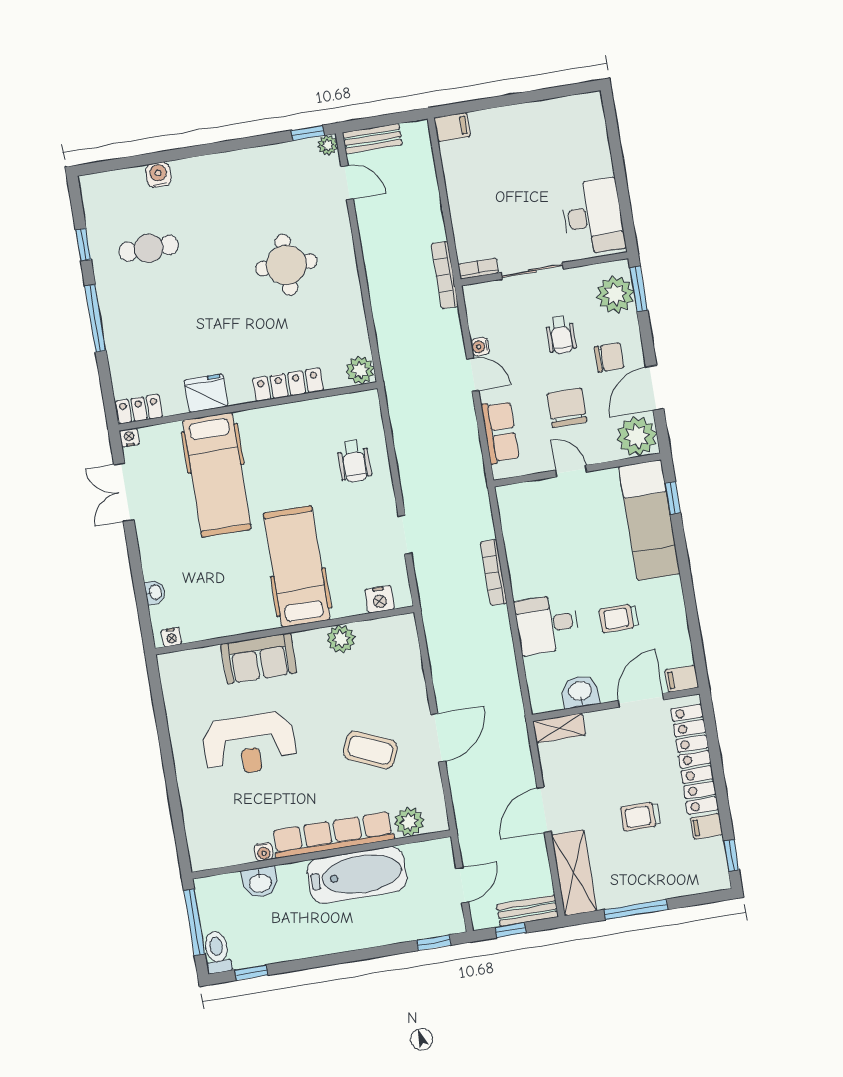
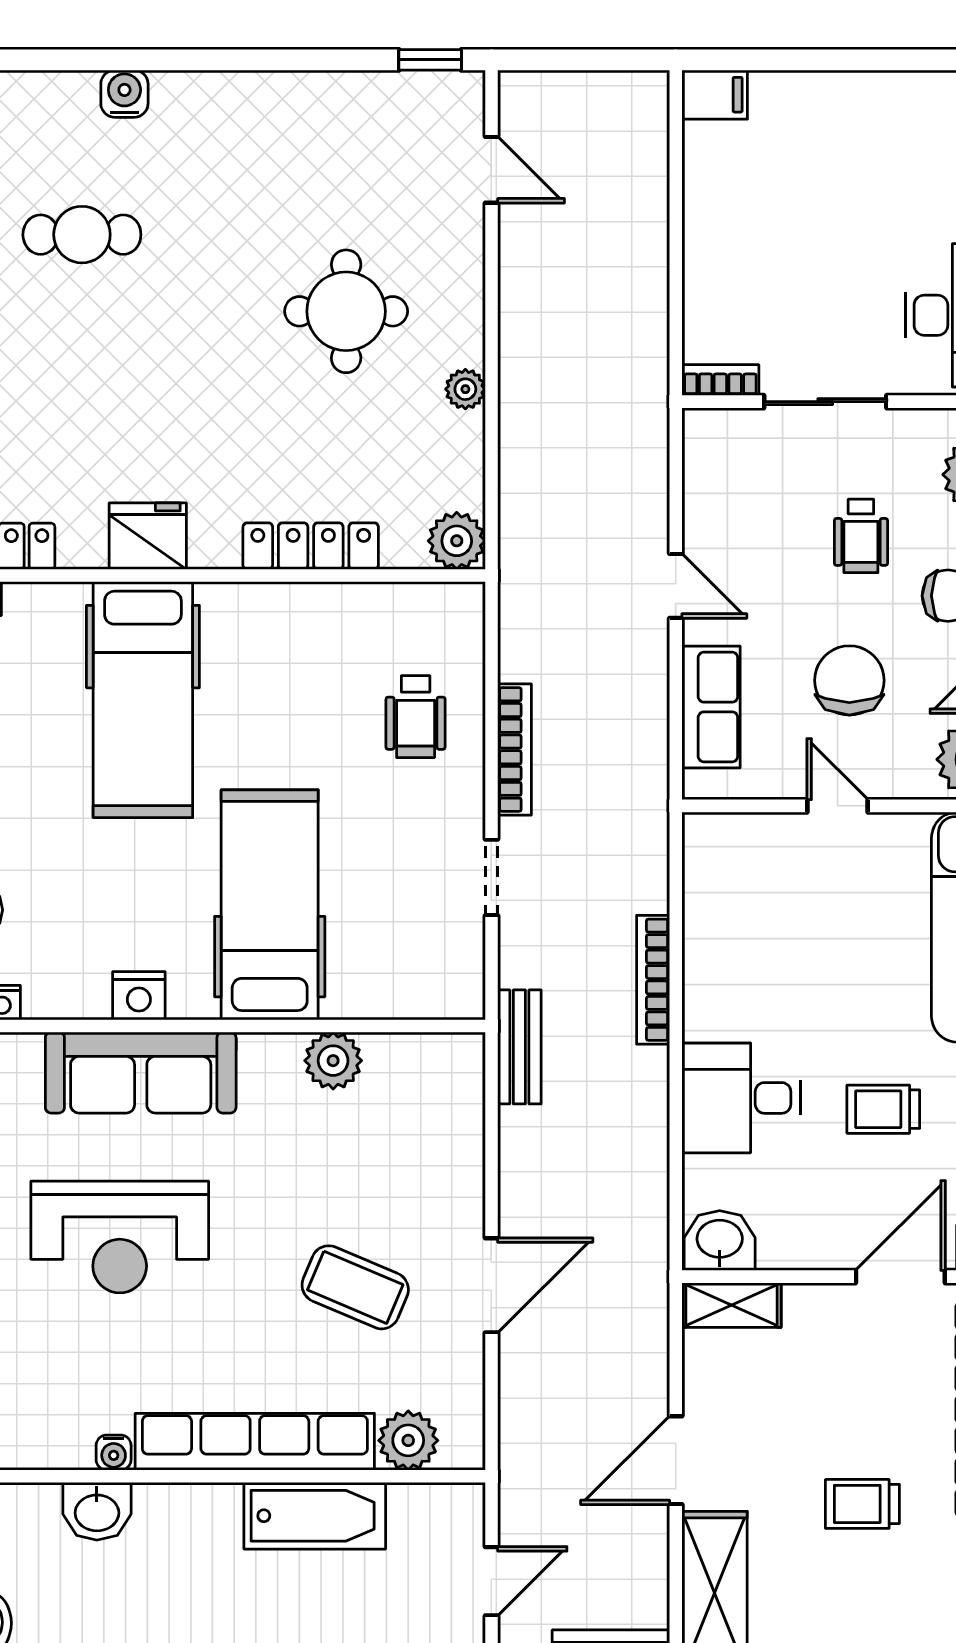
bench: (372, 139) -> (519, 1047), moved, turned 90
plant: (328, 145) -> (465, 389), moved
bookcase: (445, 275) -> (514, 749), moved, turned 180
water cooler: (480, 347) -> (699, 533), removed
nightstand: (380, 599) -> (139, 996), moved
sofa: (259, 658) -> (141, 1073), width x1.36
washbasin: (580, 692) -> (720, 1241), moved
bathtub: (357, 875) -> (315, 1516), width x0.73, depth x0.73

